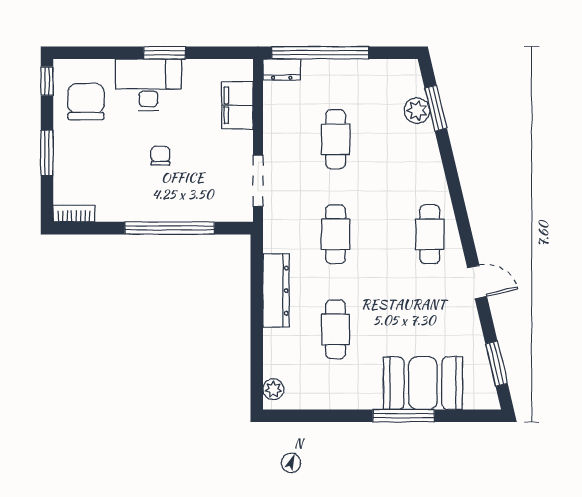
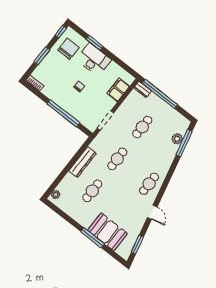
window: (164, 53) -> (95, 43), moved
window: (436, 108) -> (184, 143), width x1.44

